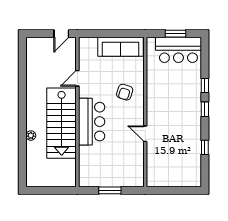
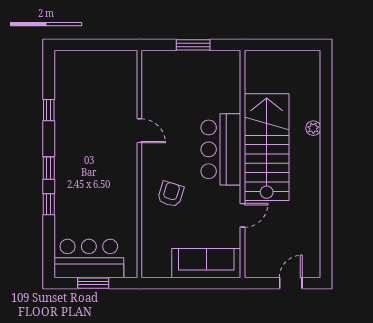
door: (61, 34) -> (291, 283), moved
sofa: (120, 47) -> (206, 263), moved

